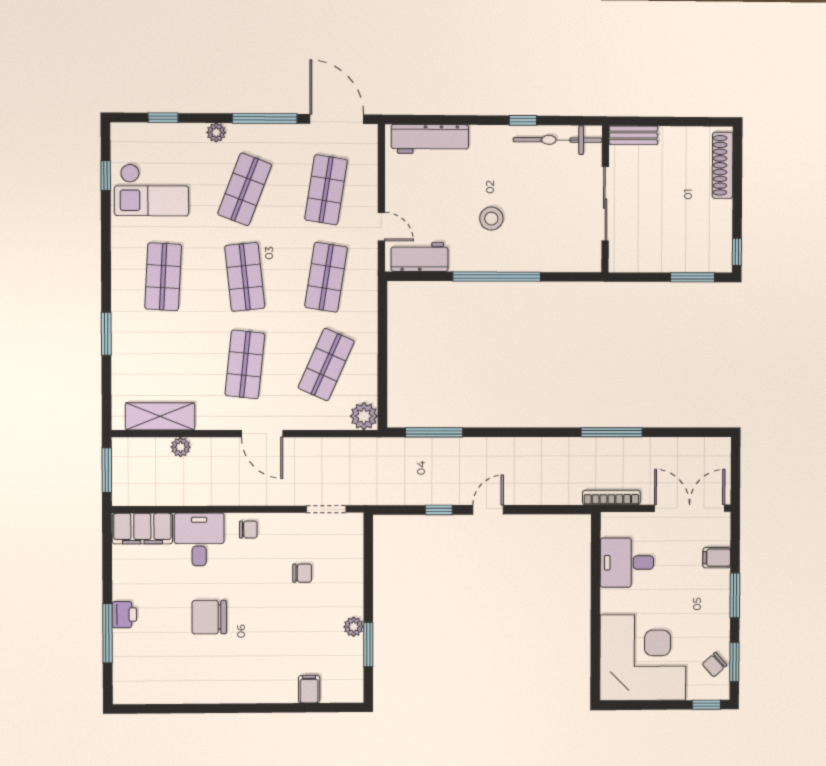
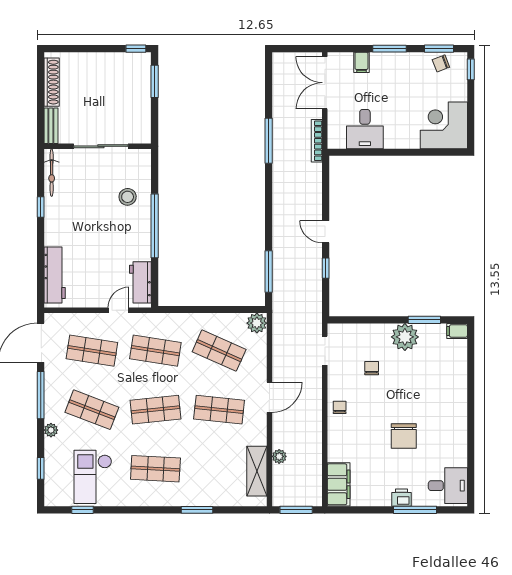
bicycle: (558, 140) -> (52, 173), width x0.73, depth x0.71
shoe rack: (723, 165) -> (52, 82), moved, turned -90
checkout: (151, 190) -> (93, 477), turned 180
stool: (491, 219) -> (128, 197), moved
desk: (199, 539) -> (448, 486), moved, turned 180
plant: (354, 627) -> (405, 337), width x1.88, depth x1.88
corner desk: (643, 658) -> (444, 125), width x0.74, depth x0.74
chair: (715, 665) -> (441, 63), turned 111
filing cabinet: (309, 689) -> (457, 331), moved

